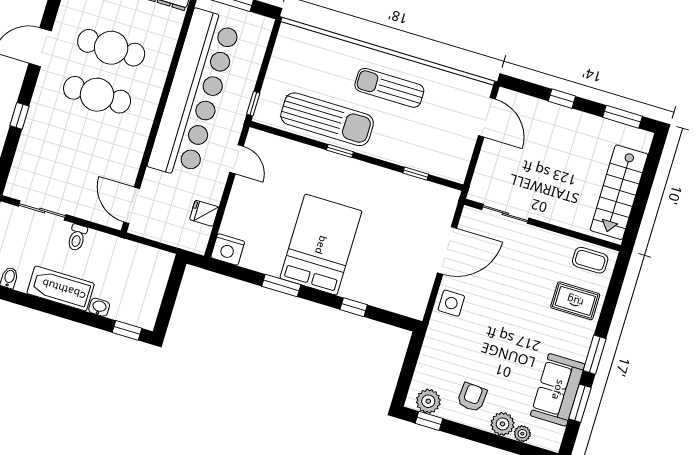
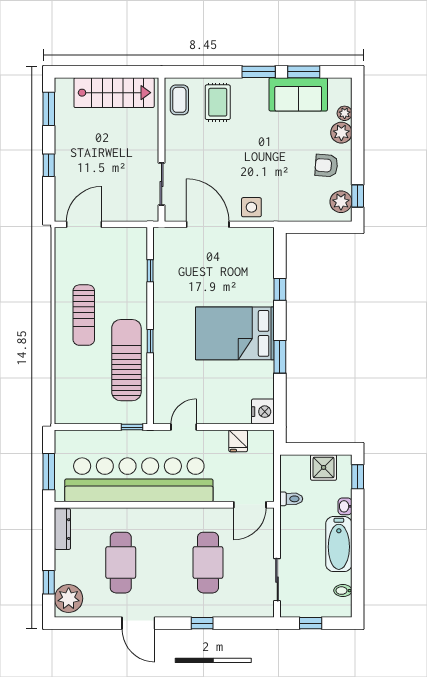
cafe table: (97, 95) -> (208, 563), moved
toilet: (77, 238) -> (291, 499), moved
shower: (148, 297) -> (324, 467), added

